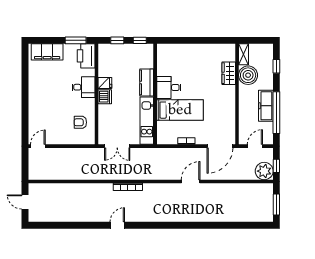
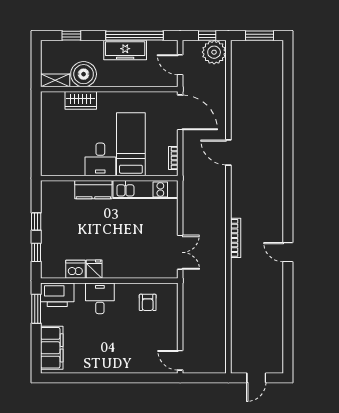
kitchen counter: (147, 82) -> (93, 190), moved
desk: (169, 88) -> (100, 159), moved
wall: (155, 94) -> (109, 178), moved
dishwasher: (105, 97) -> (75, 269), moved
bed: (180, 110) -> (131, 144), moved
kitchen unit: (147, 121) -> (145, 189), moved

